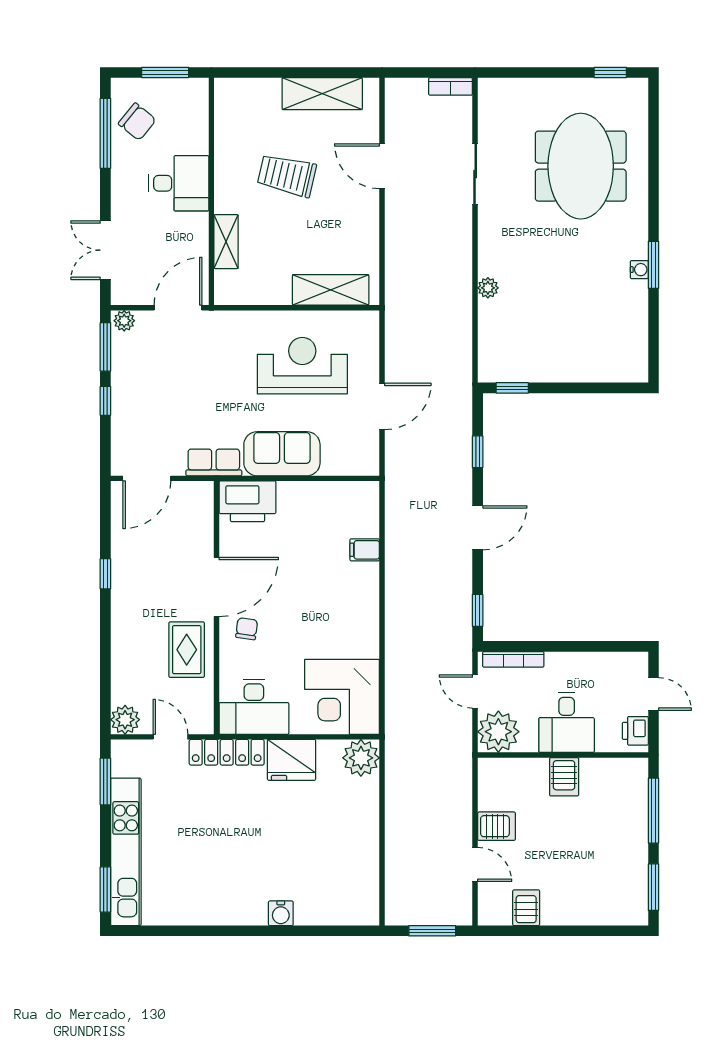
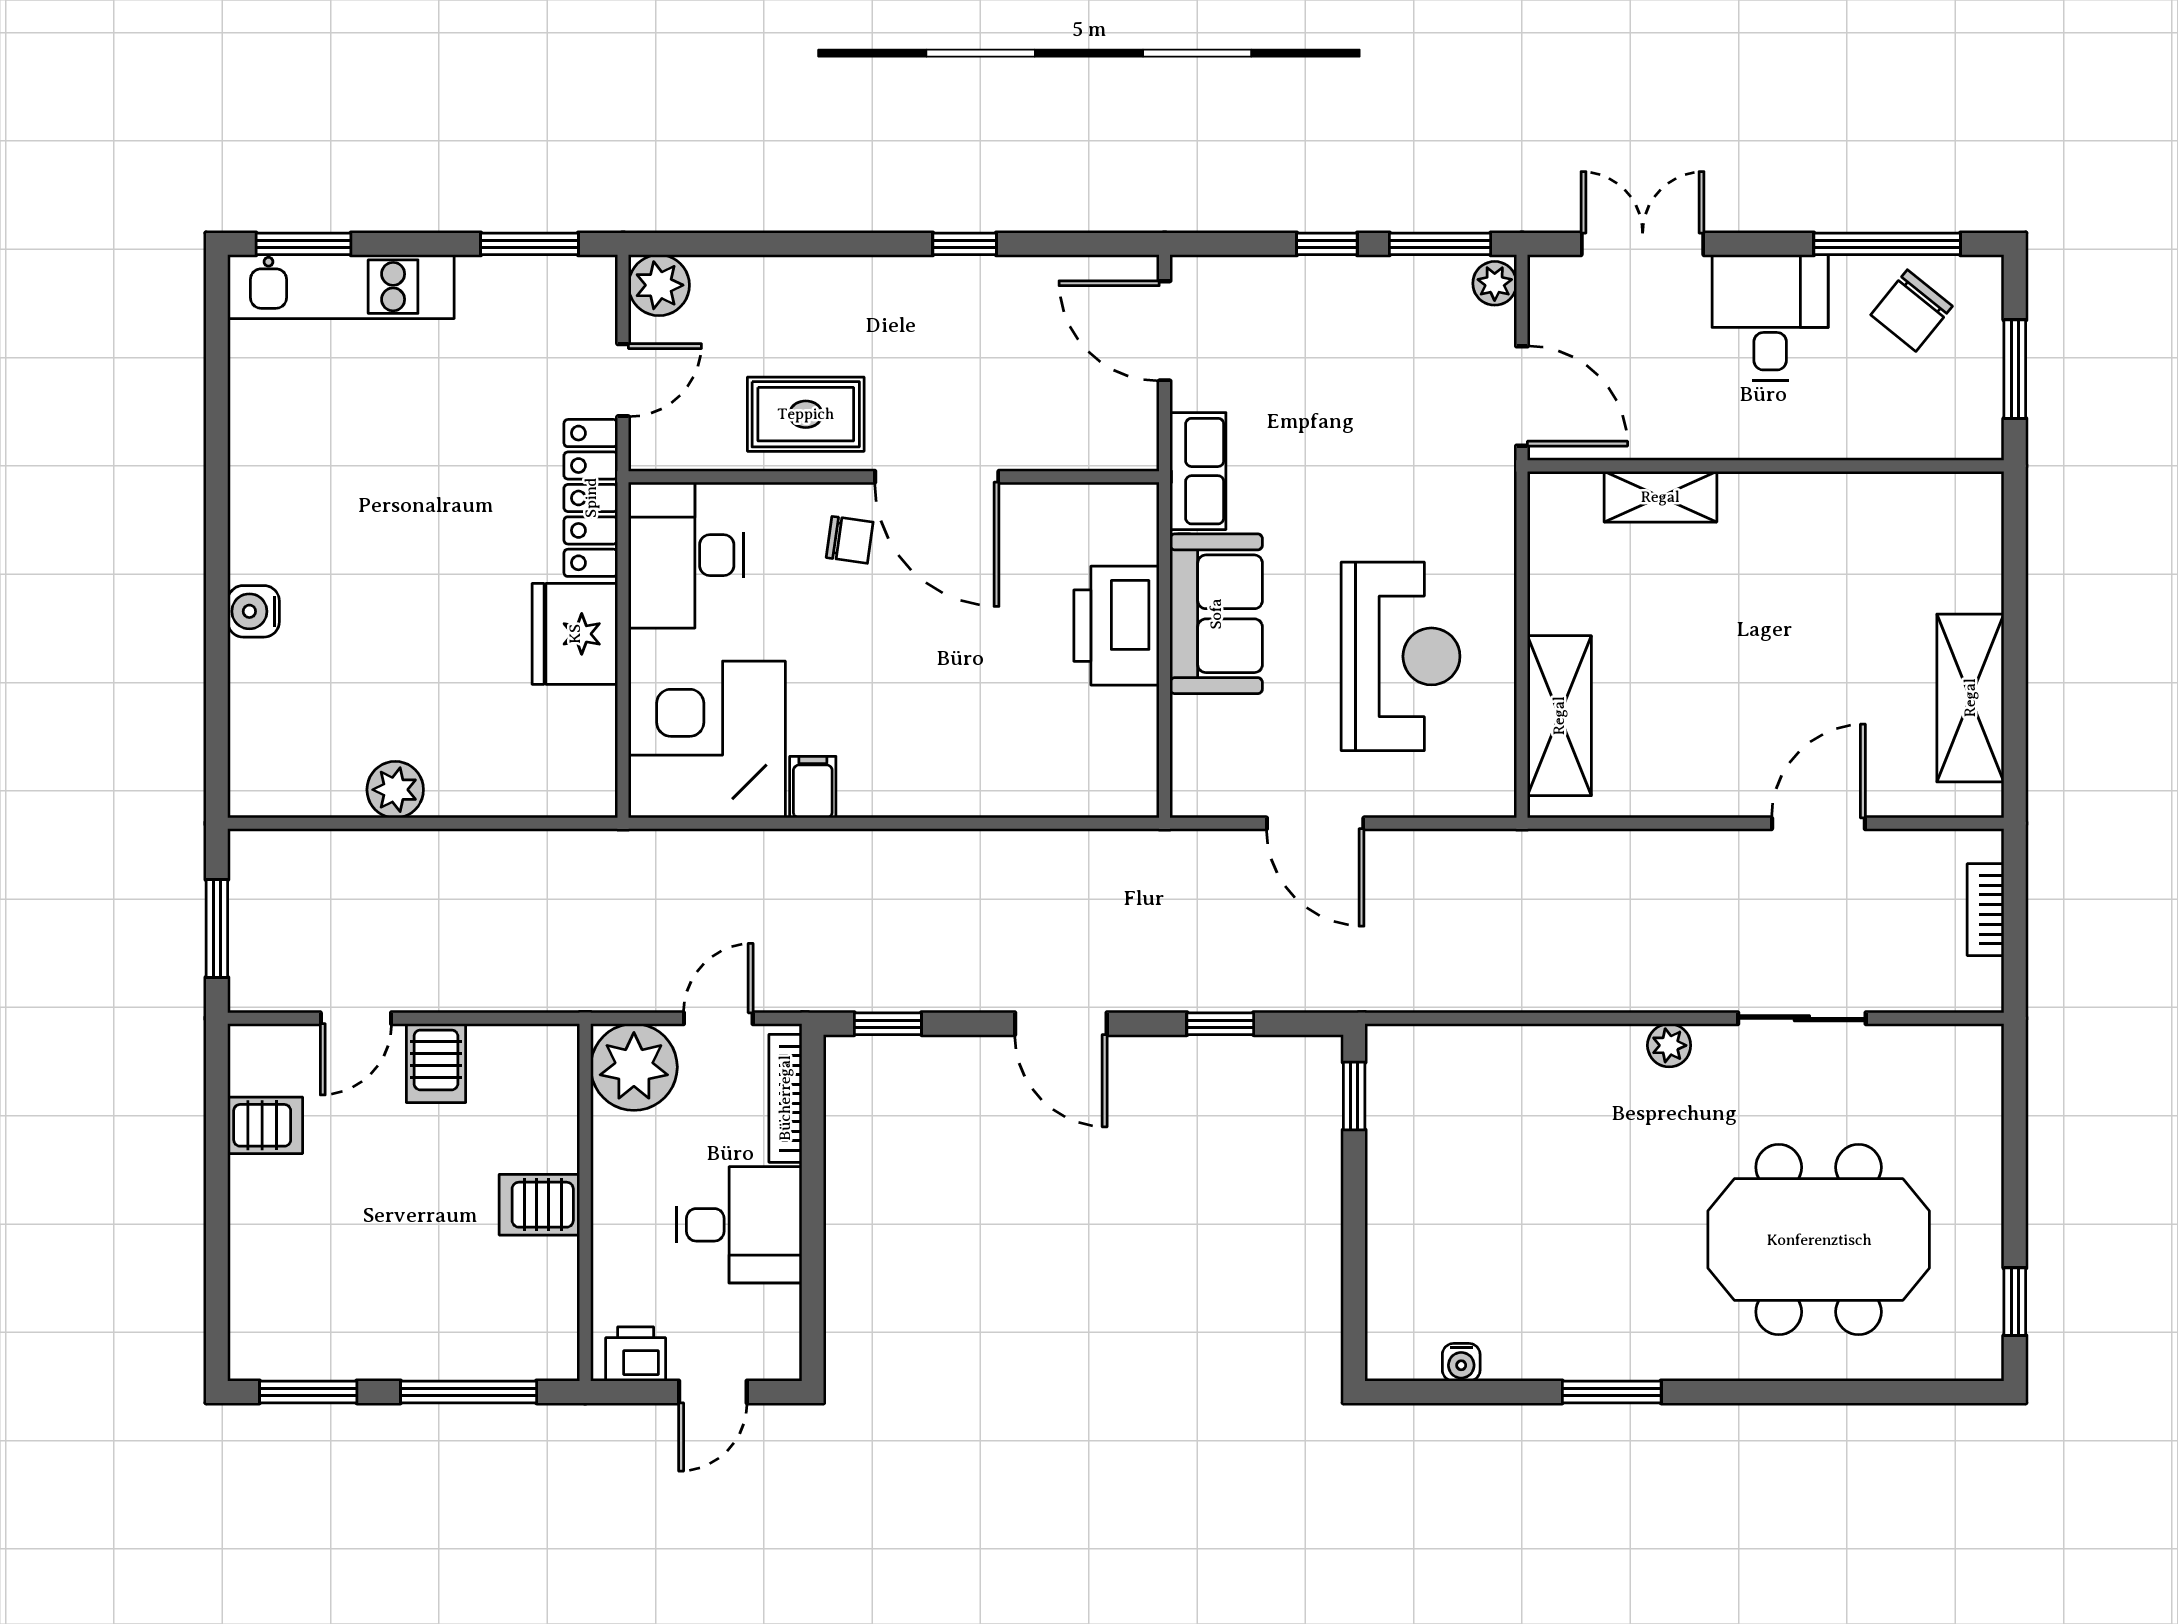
bookcase: (451, 86) -> (1986, 910), moved
trolley: (287, 175) -> (1799, 624), removed
desk: (179, 183) -> (1770, 317), moved, turned 180
water cooler: (639, 270) -> (1461, 1362), moved
plant: (488, 288) -> (1669, 1045), moved
printer: (247, 501) -> (1116, 626), moved
filing cabinet: (365, 550) -> (813, 787), moved
desk: (567, 722) -> (739, 1225), moved, turned 180
plant: (361, 758) -> (395, 790), moved, width x0.73, depth x0.73
kitchen unit: (126, 852) -> (341, 287), width x0.73

